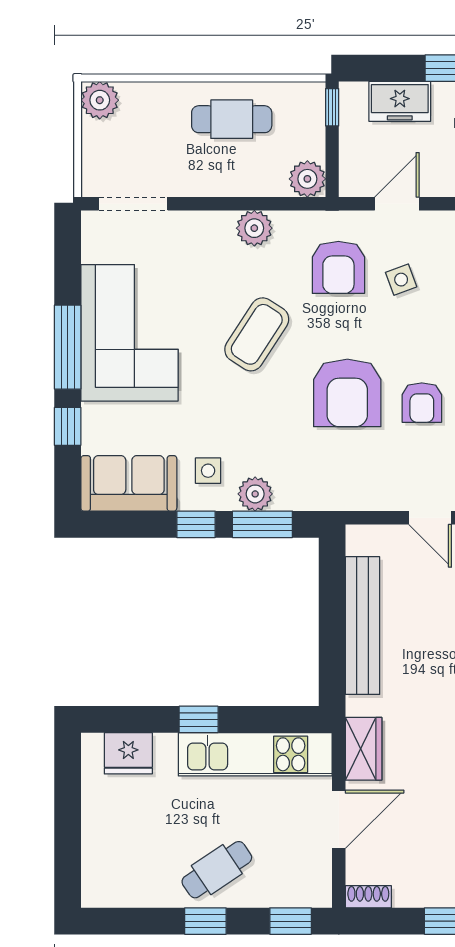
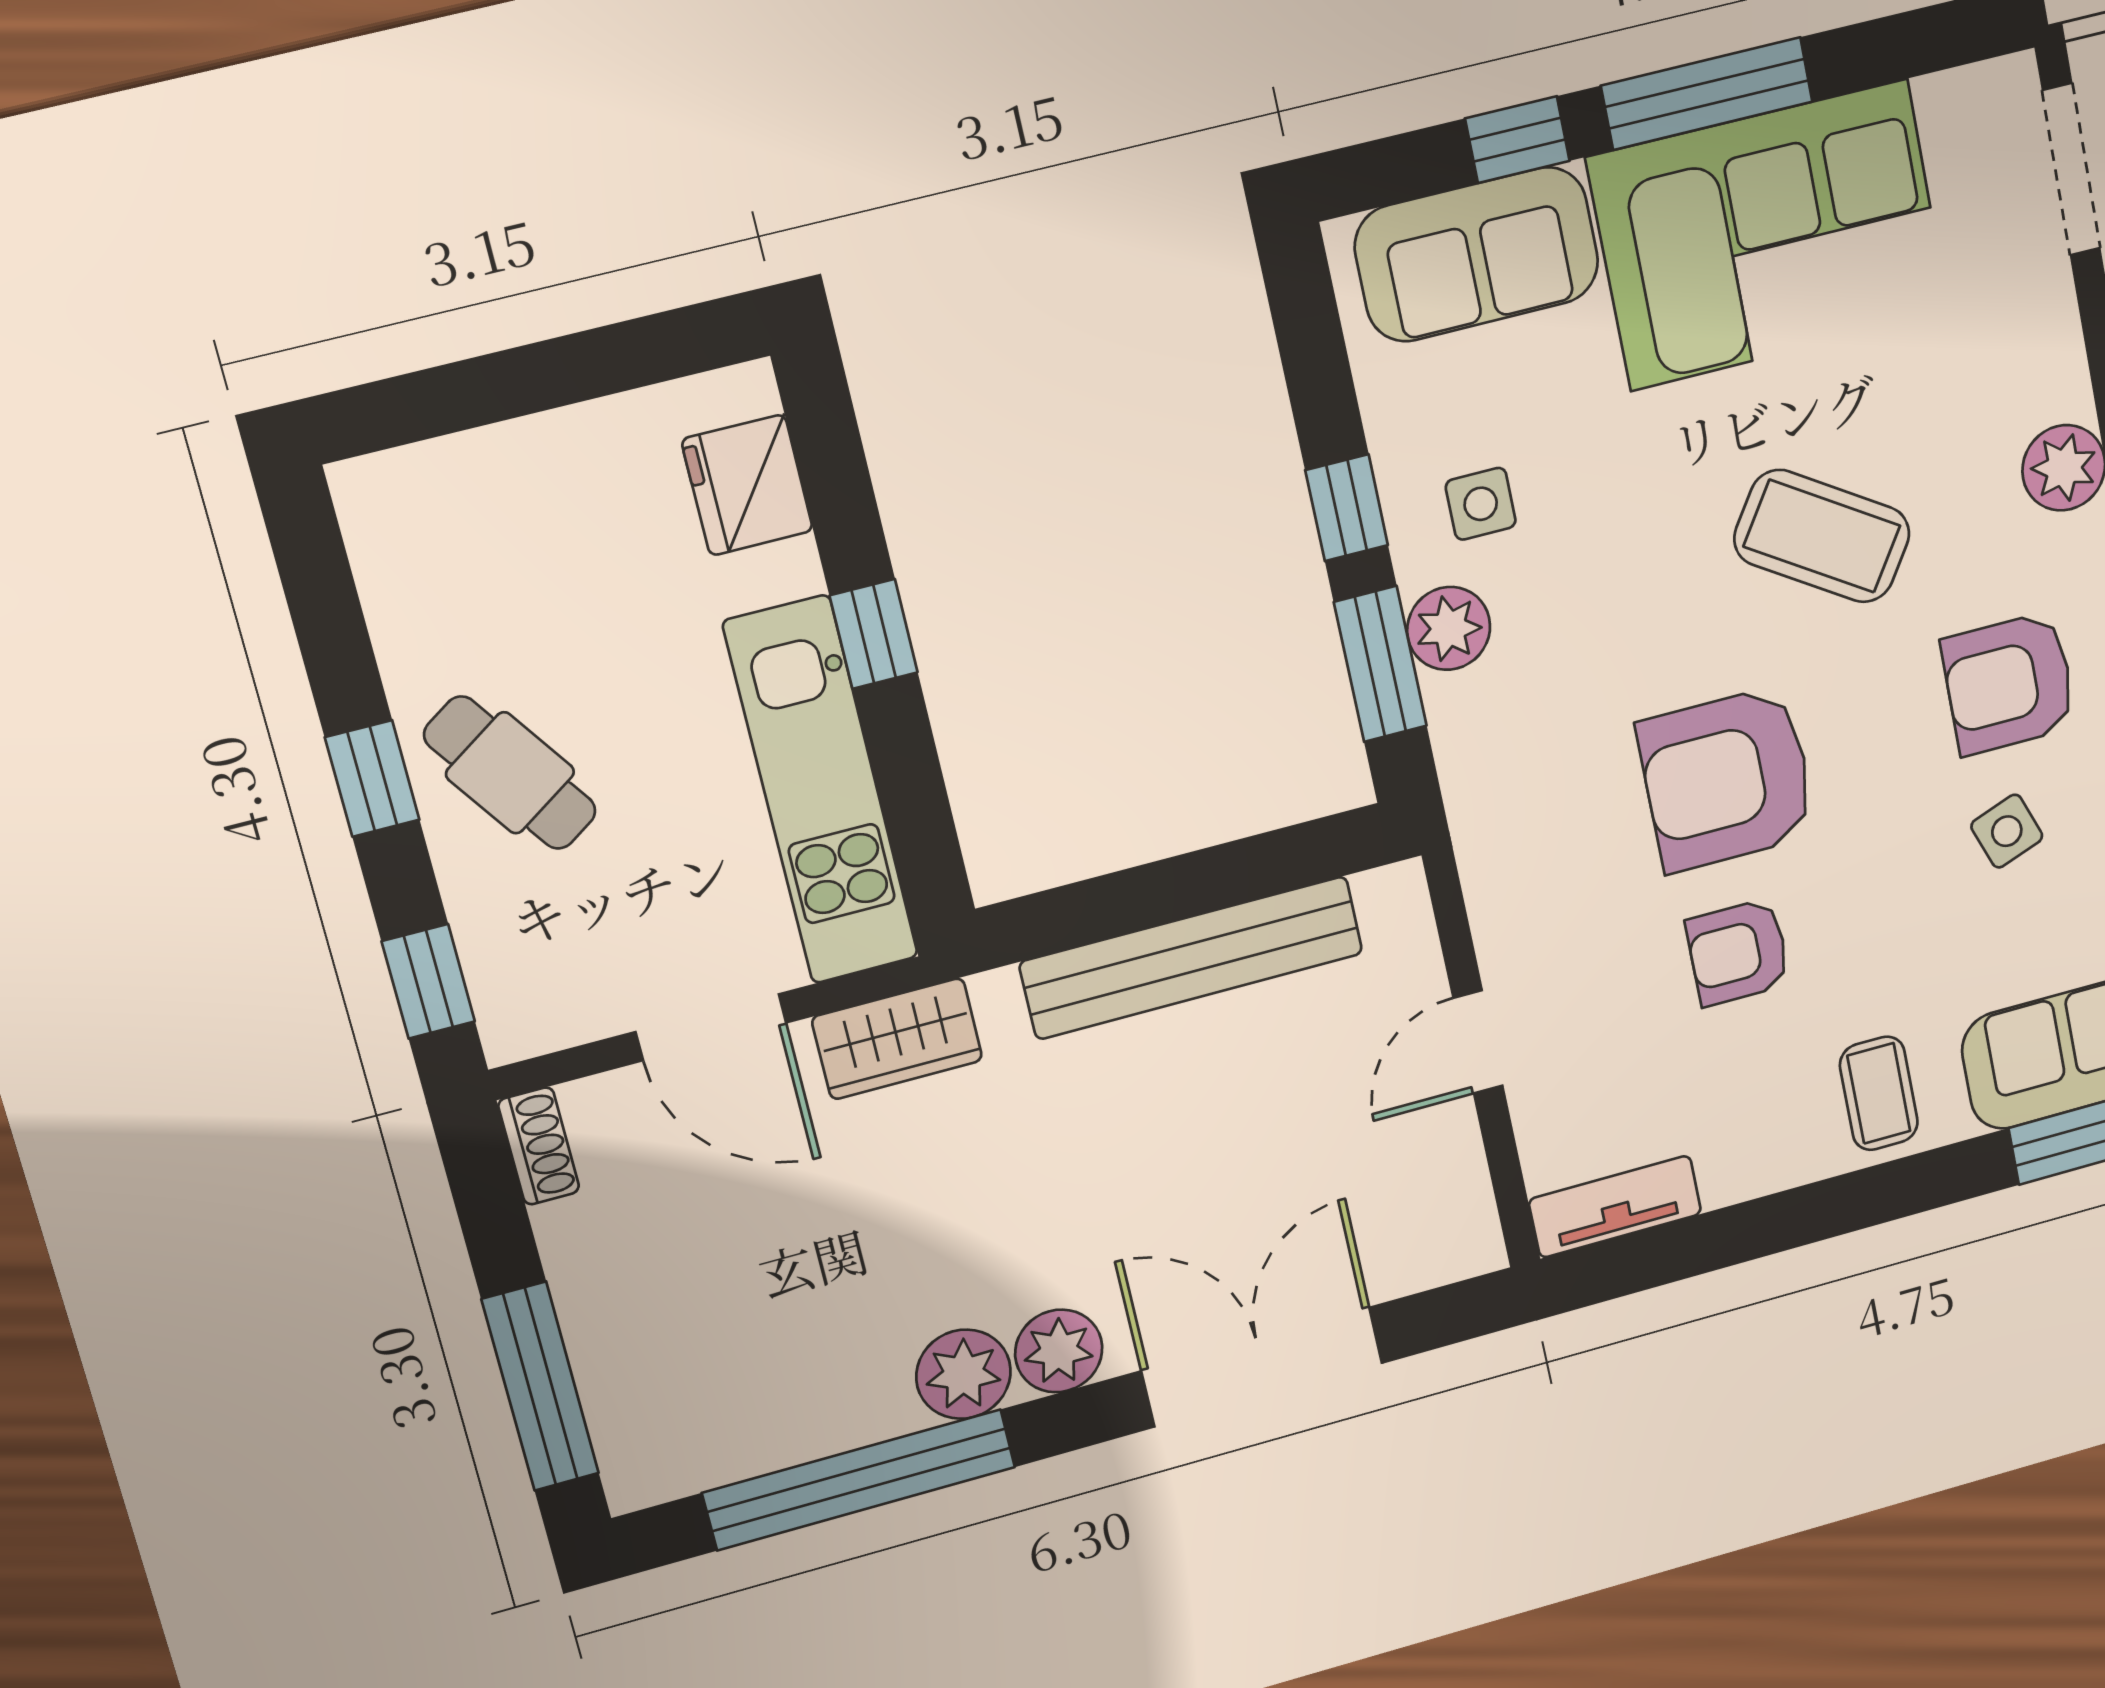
sofa: (129, 483) -> (1477, 254), moved, turned 90

